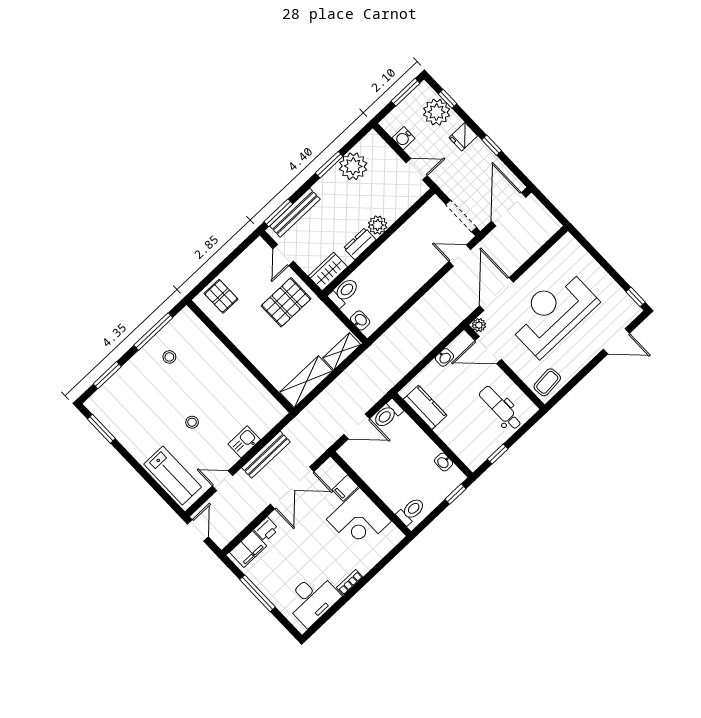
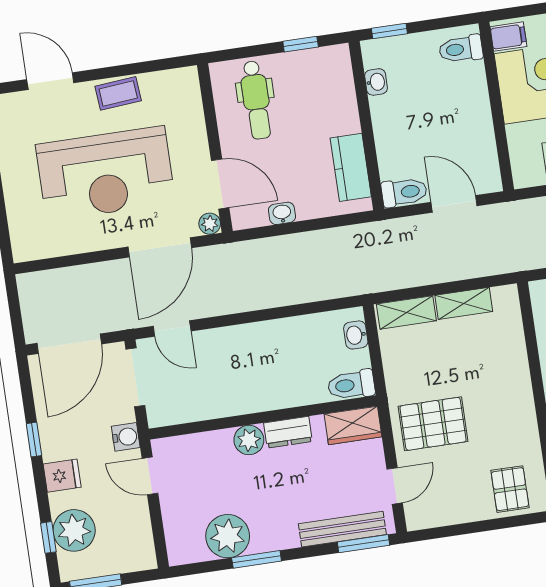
water cooler: (403, 138) -> (126, 437), moved
shelving: (306, 382) -> (464, 303), width x0.67, depth x0.75
coffee table: (547, 382) -> (118, 93), moved
filing cabinet: (345, 488) -> (508, 37), moved

